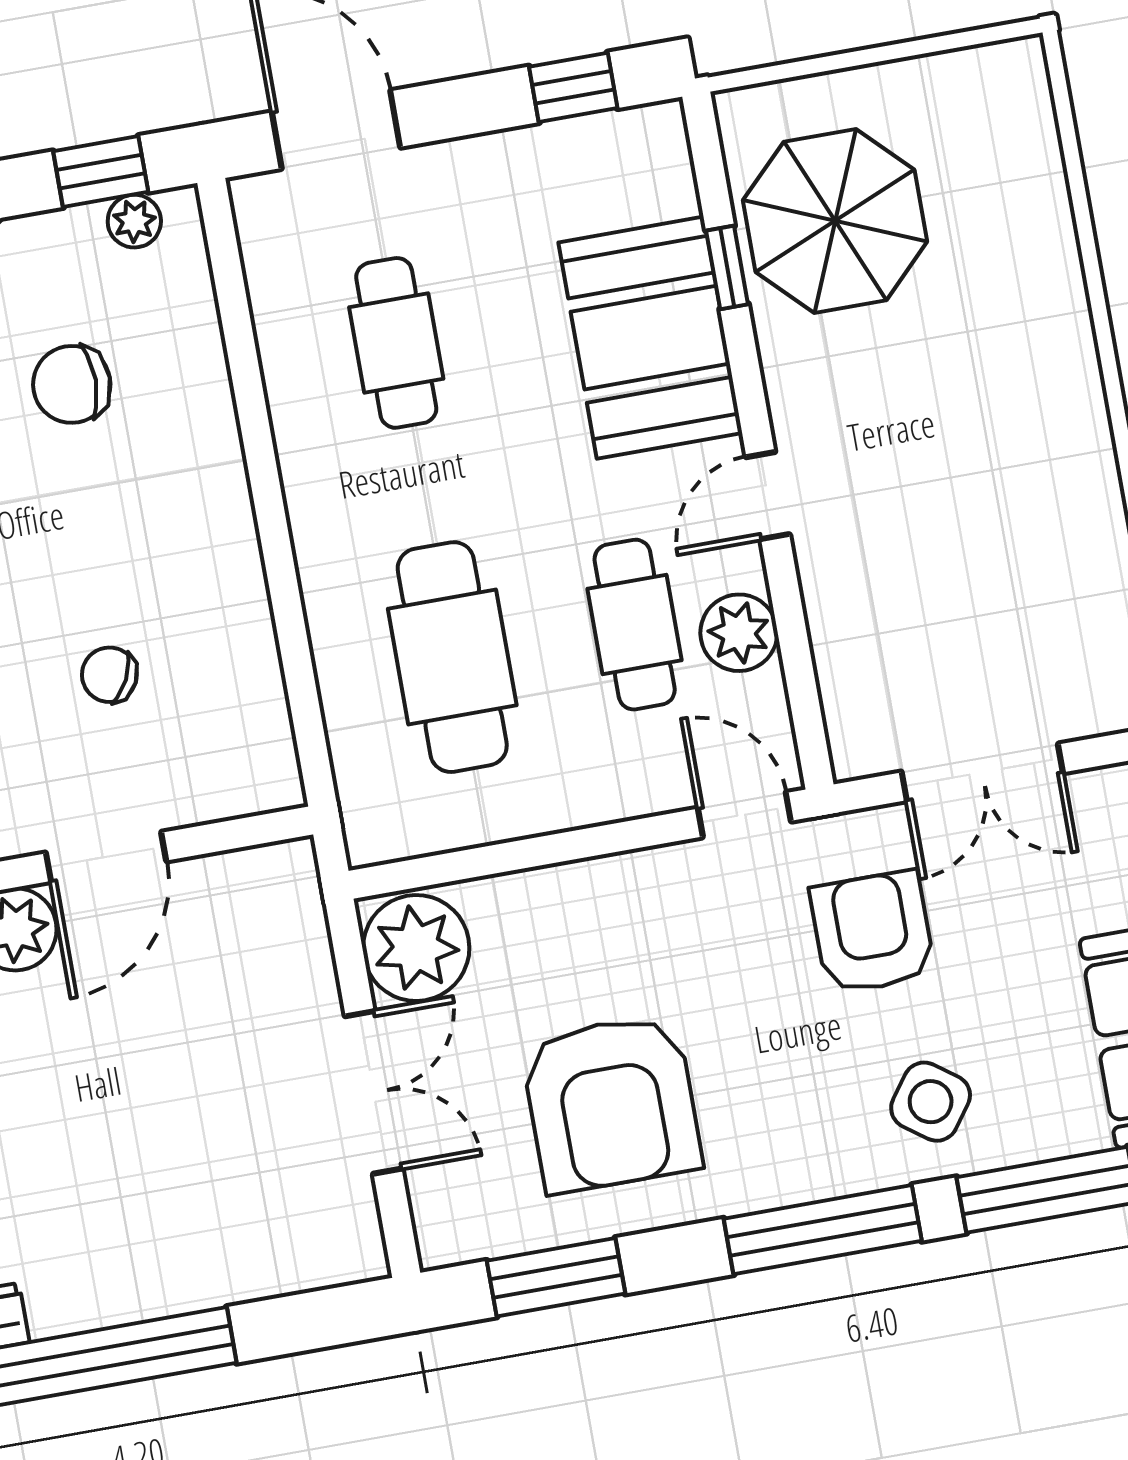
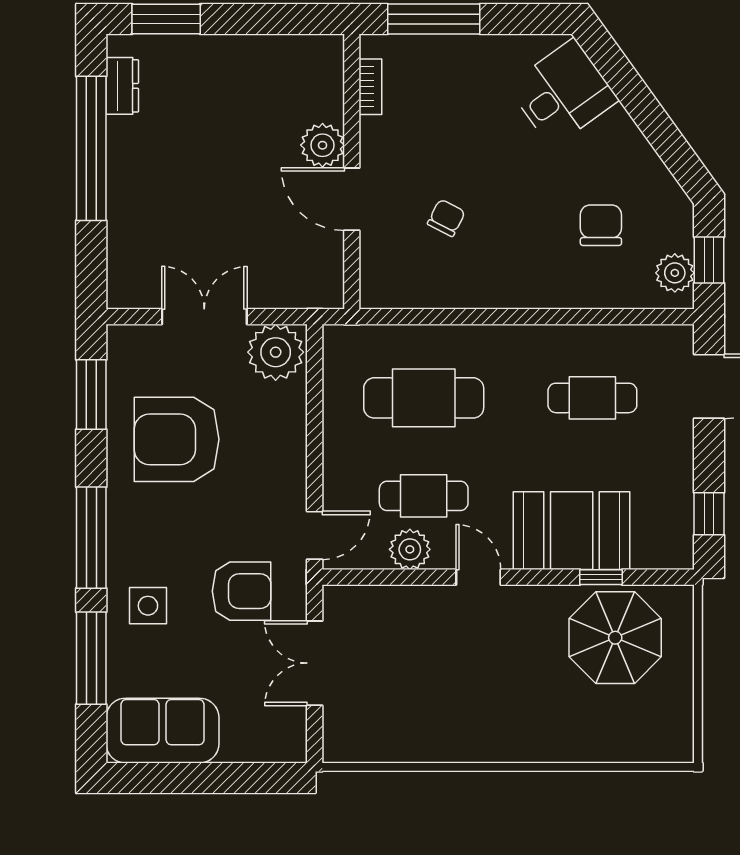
plant: (134, 221) -> (675, 273), width x1.38, depth x1.38
double door: (374, 1092) -> (204, 317), swing flipped
side table: (931, 1102) -> (148, 606), turned -36

